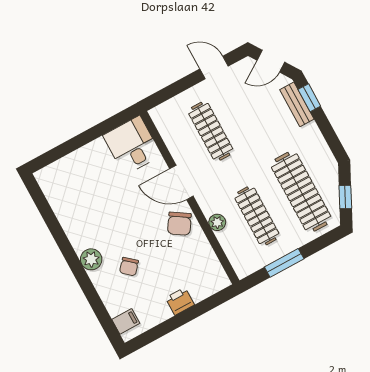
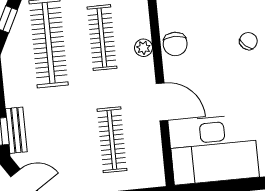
desk: (132, 145) -> (214, 149), width x1.87, depth x1.30
chair: (179, 224) -> (175, 44), moved, turned 147

